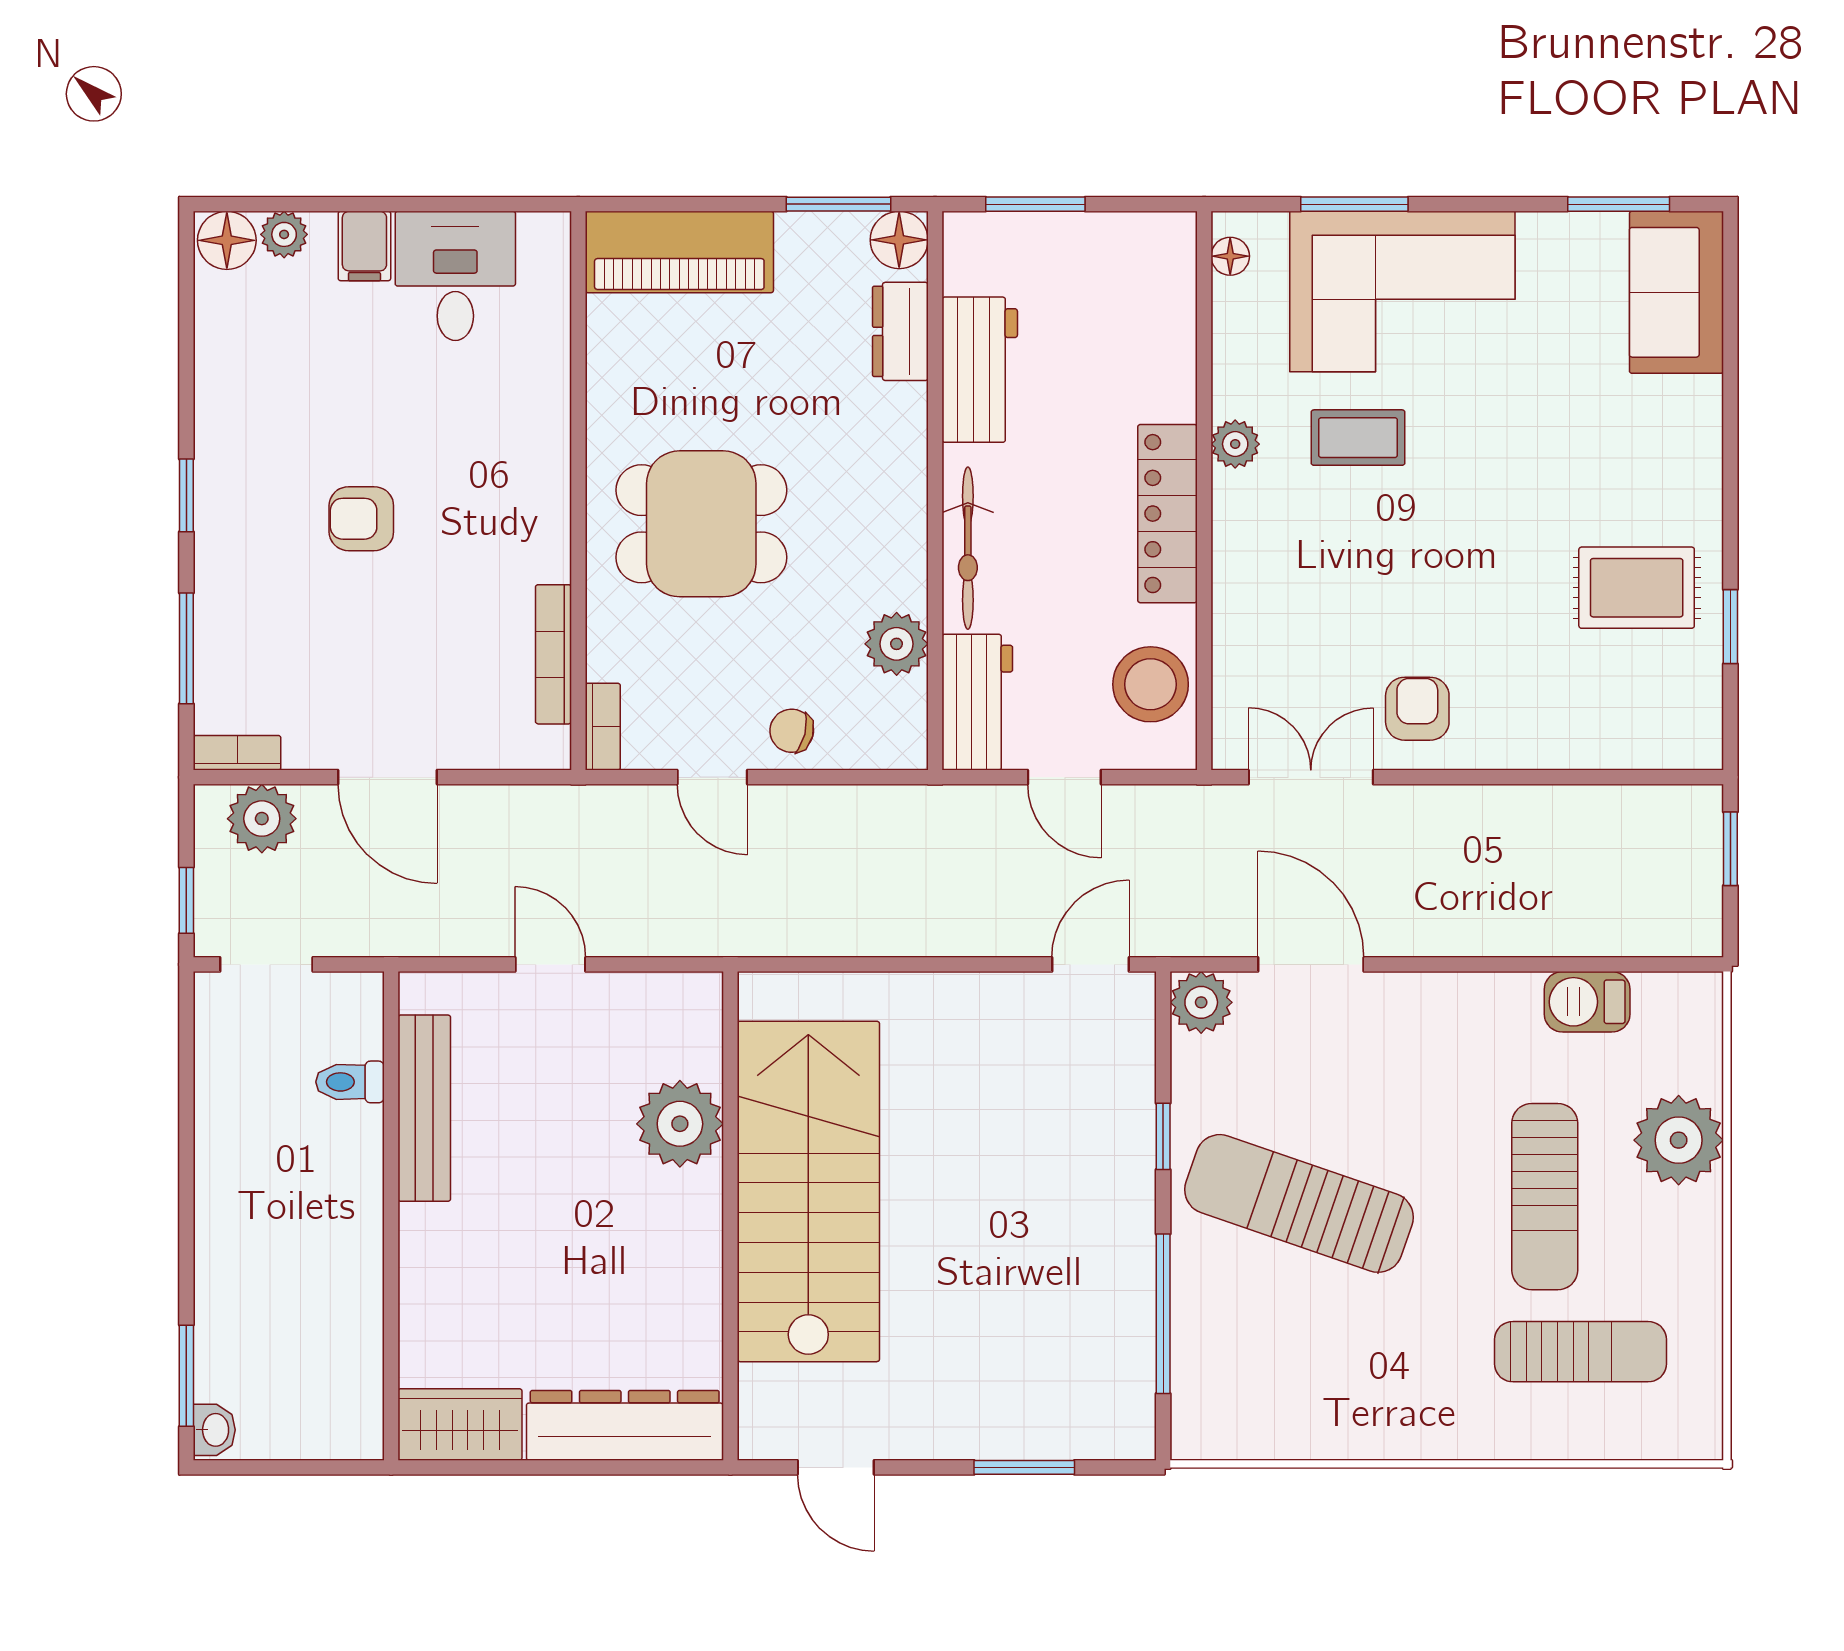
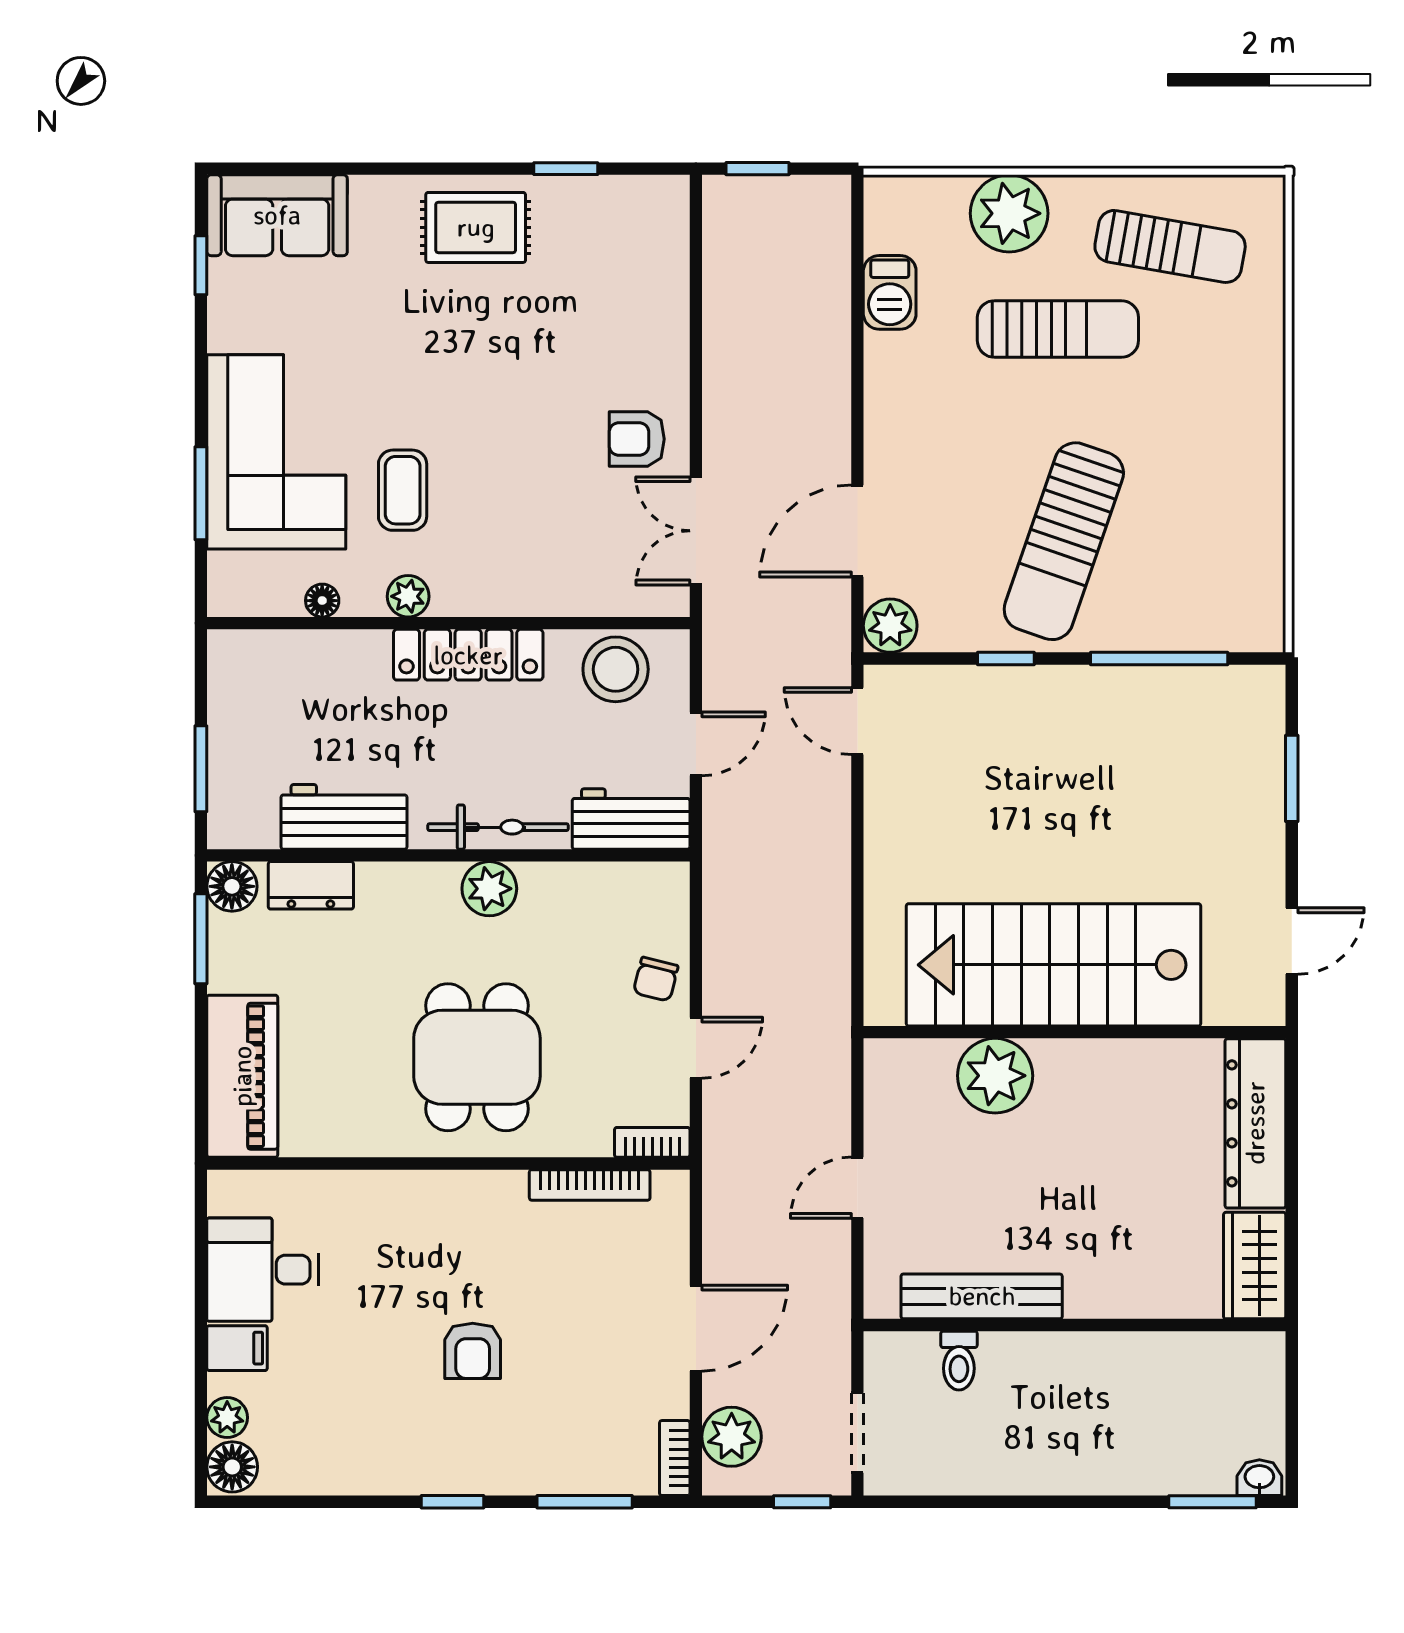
window: (1619, 204) -> (201, 265), width x0.67
floor lamp: (1230, 256) -> (322, 601), moved
rug: (1637, 588) -> (476, 227), moved, turned 90
plant: (897, 644) -> (489, 889), moved
sun lounger: (1581, 1352) -> (1170, 246), moved, turned 100

